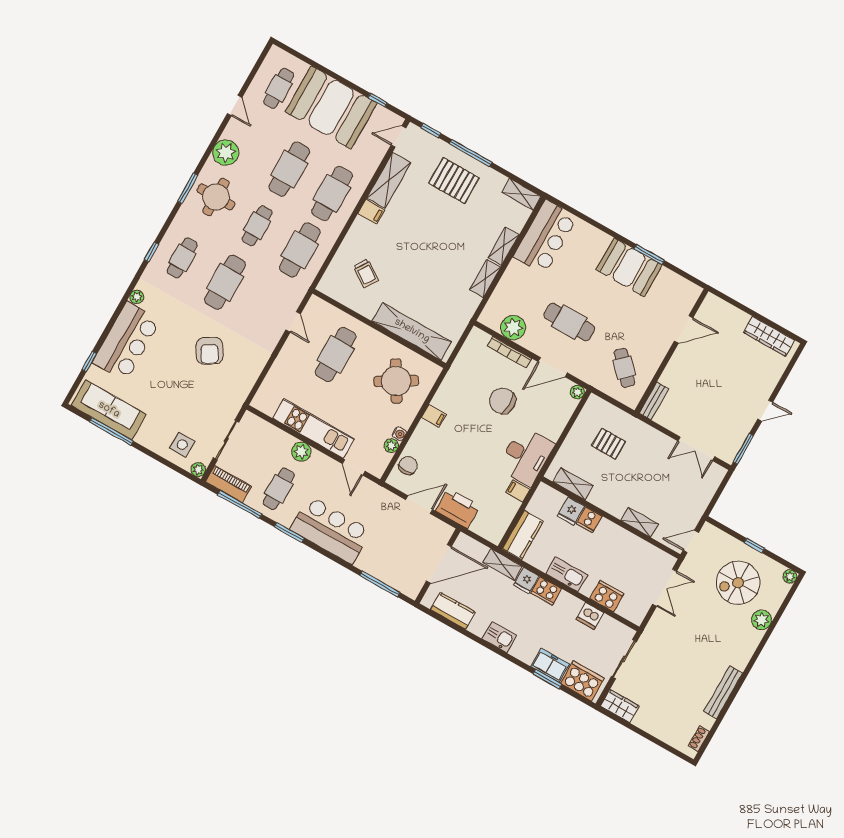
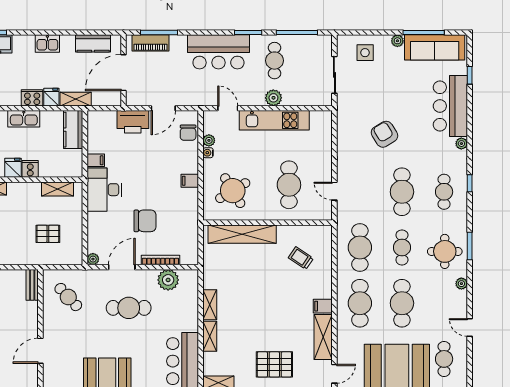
plant: (226, 152) -> (461, 284), width x0.53, depth x0.53
plant: (198, 470) -> (397, 41), moved
piano: (229, 484) -> (150, 43), moved
fridge: (571, 511) -> (13, 168), moved

